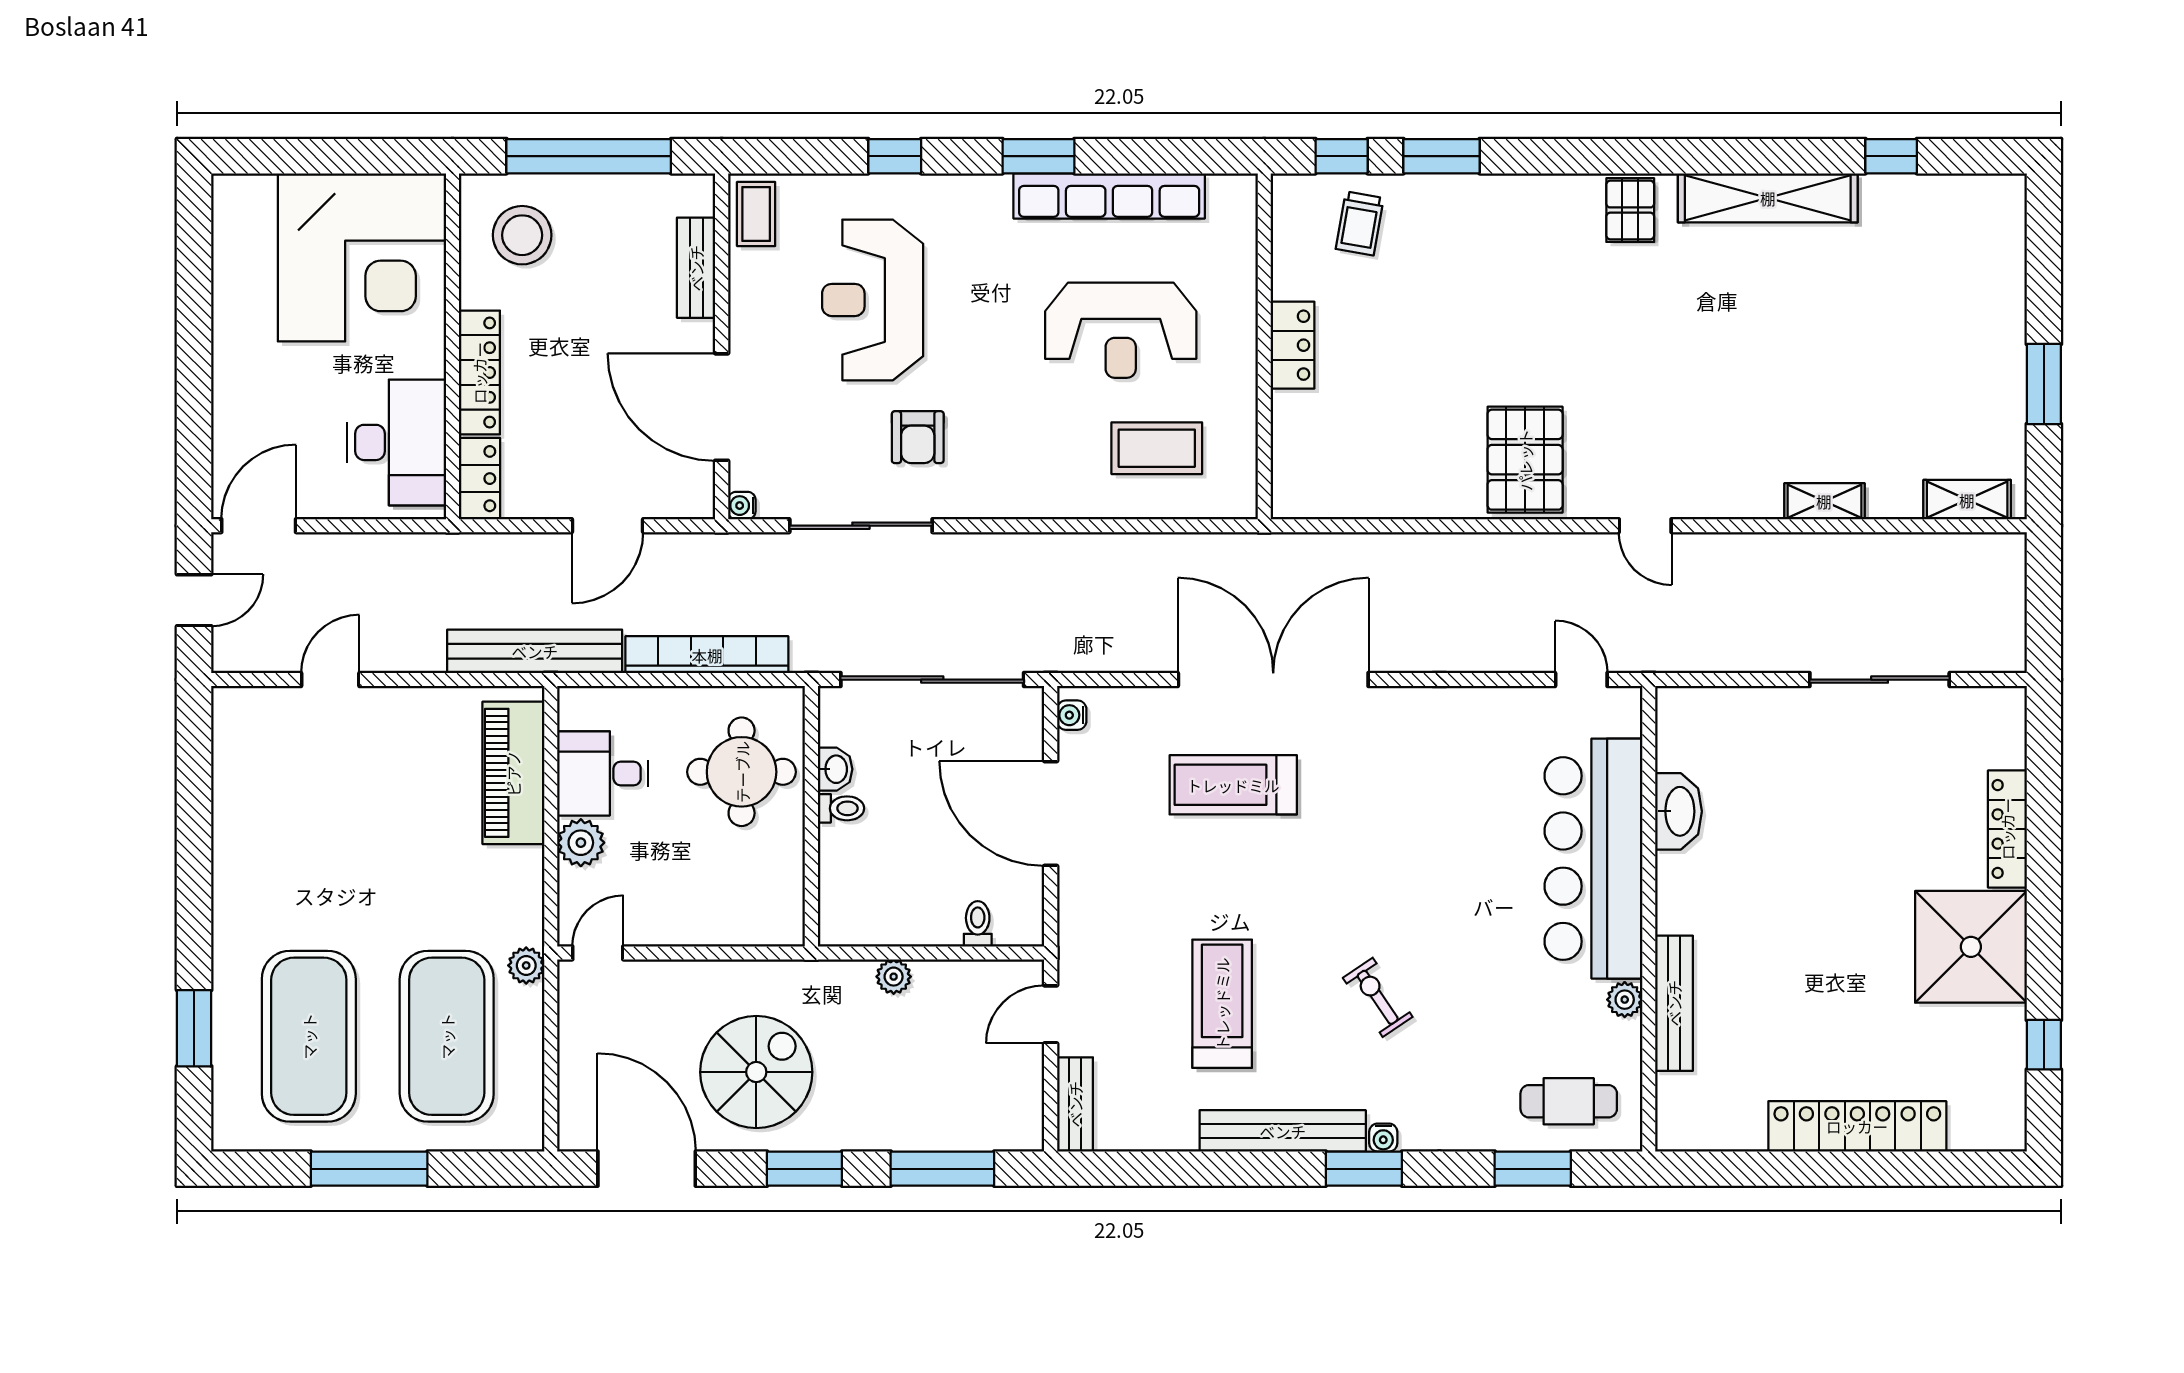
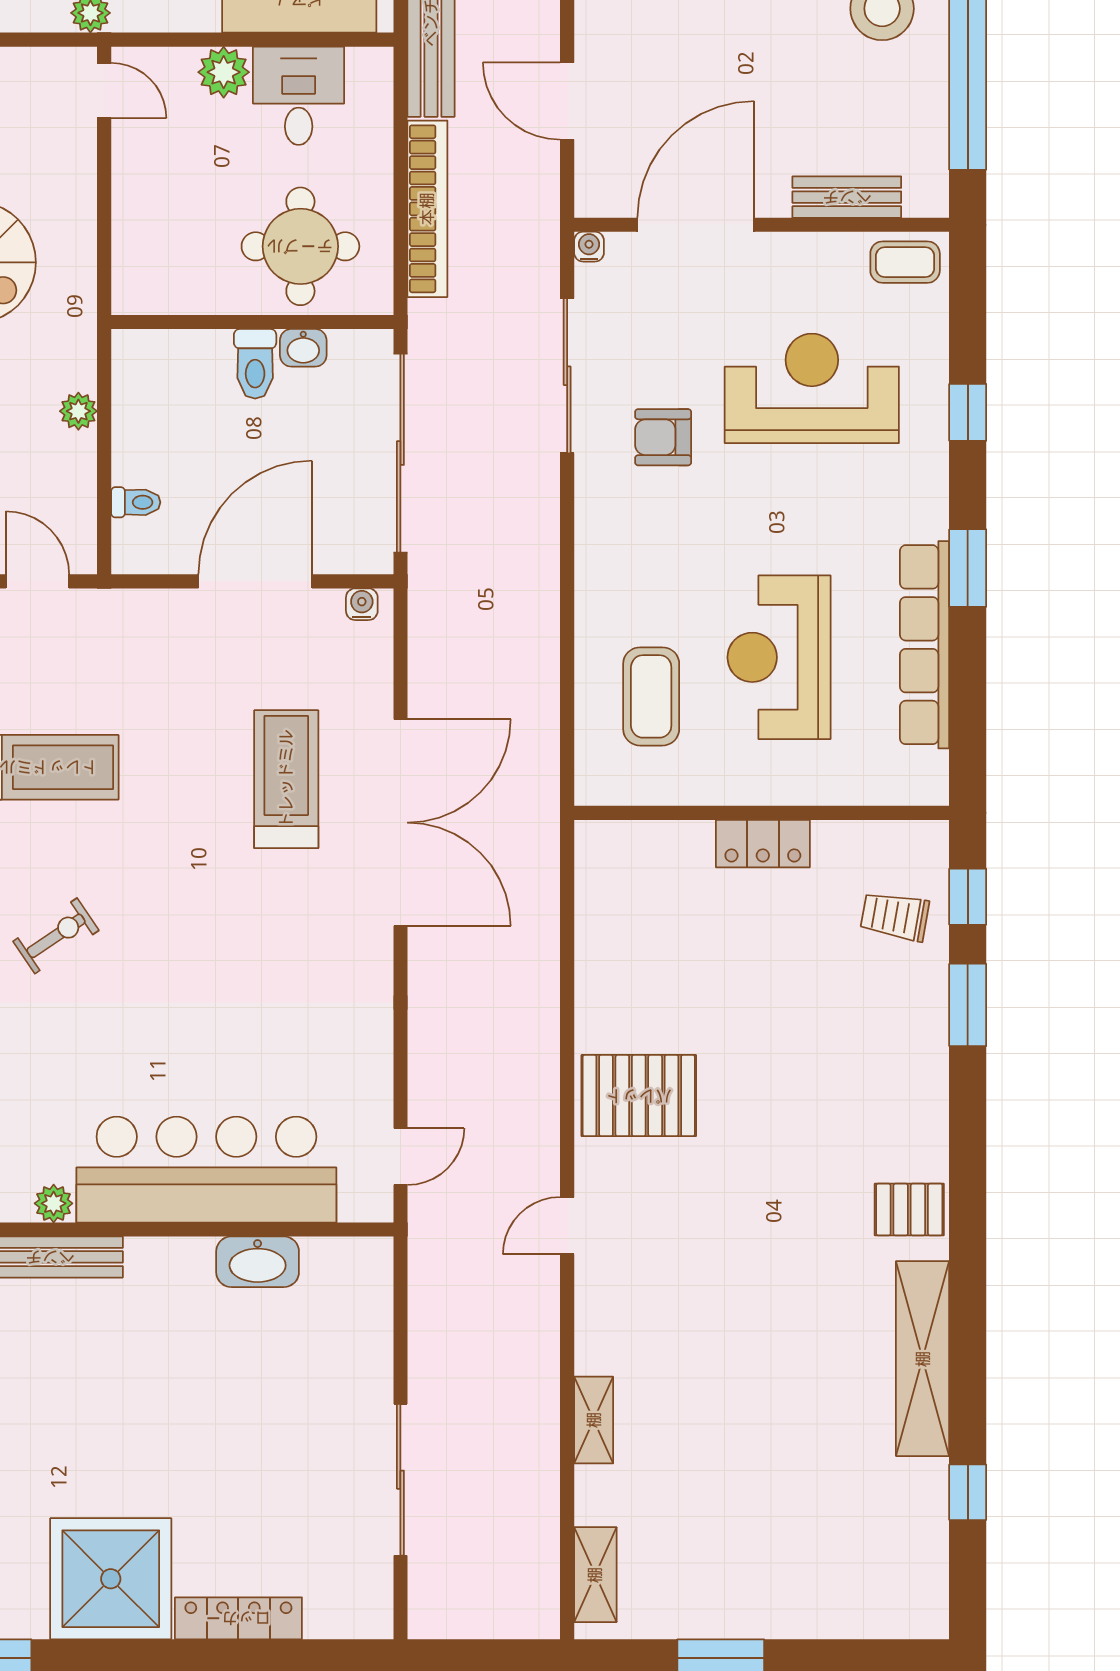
toilet: (841, 808) -> (255, 364), width x1.37, depth x1.39

